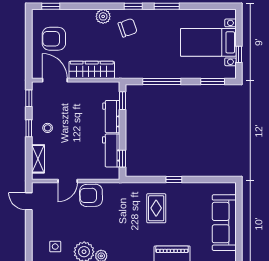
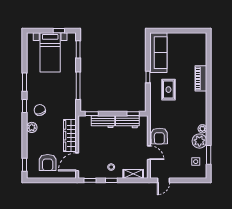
rug: (156, 208) -> (168, 90), turned 90
sofa: (224, 223) -> (158, 53), moved, turned -90

